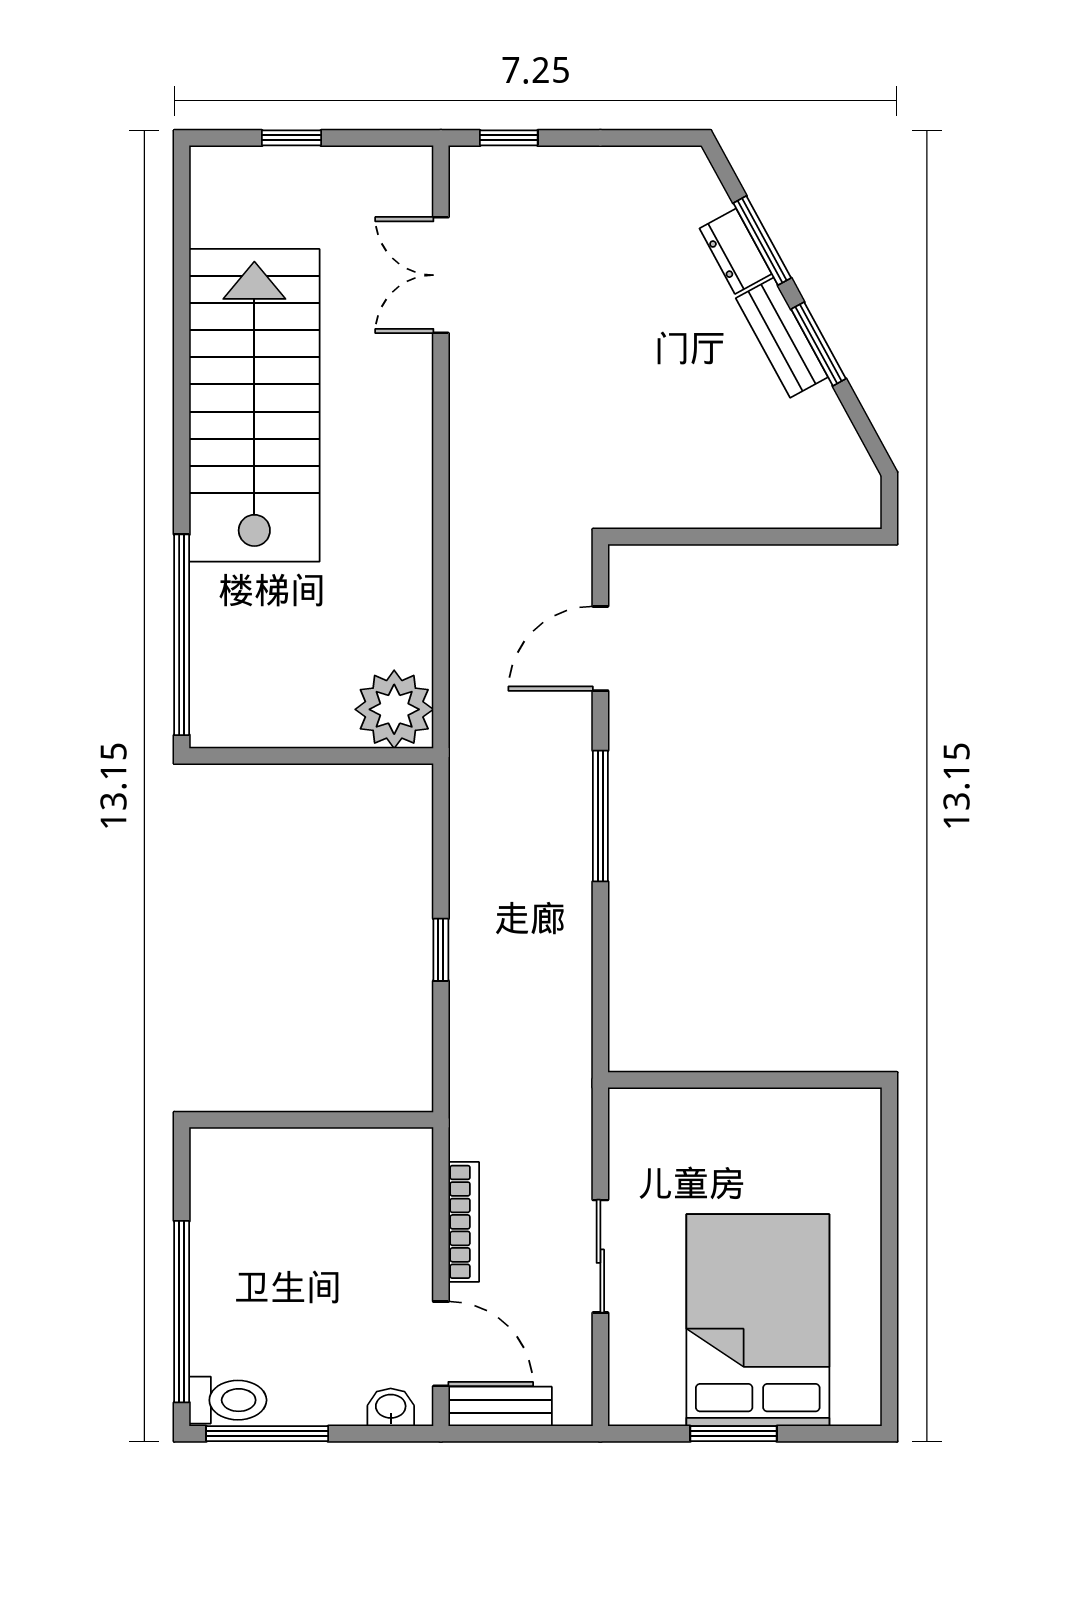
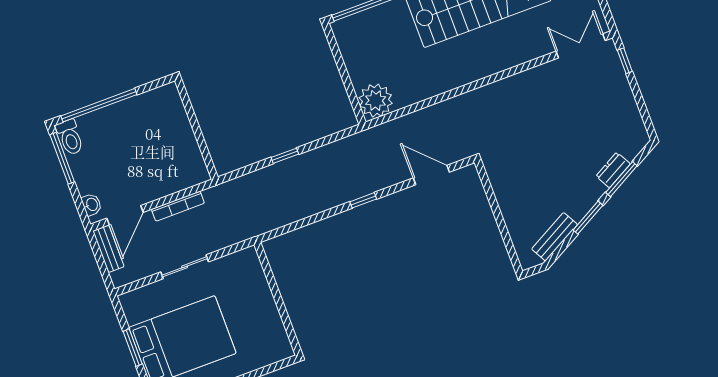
double door: (441, 275) -> (581, 46), moved
bench: (782, 338) -> (555, 237), moved
window: (600, 816) -> (363, 200), width x0.46

